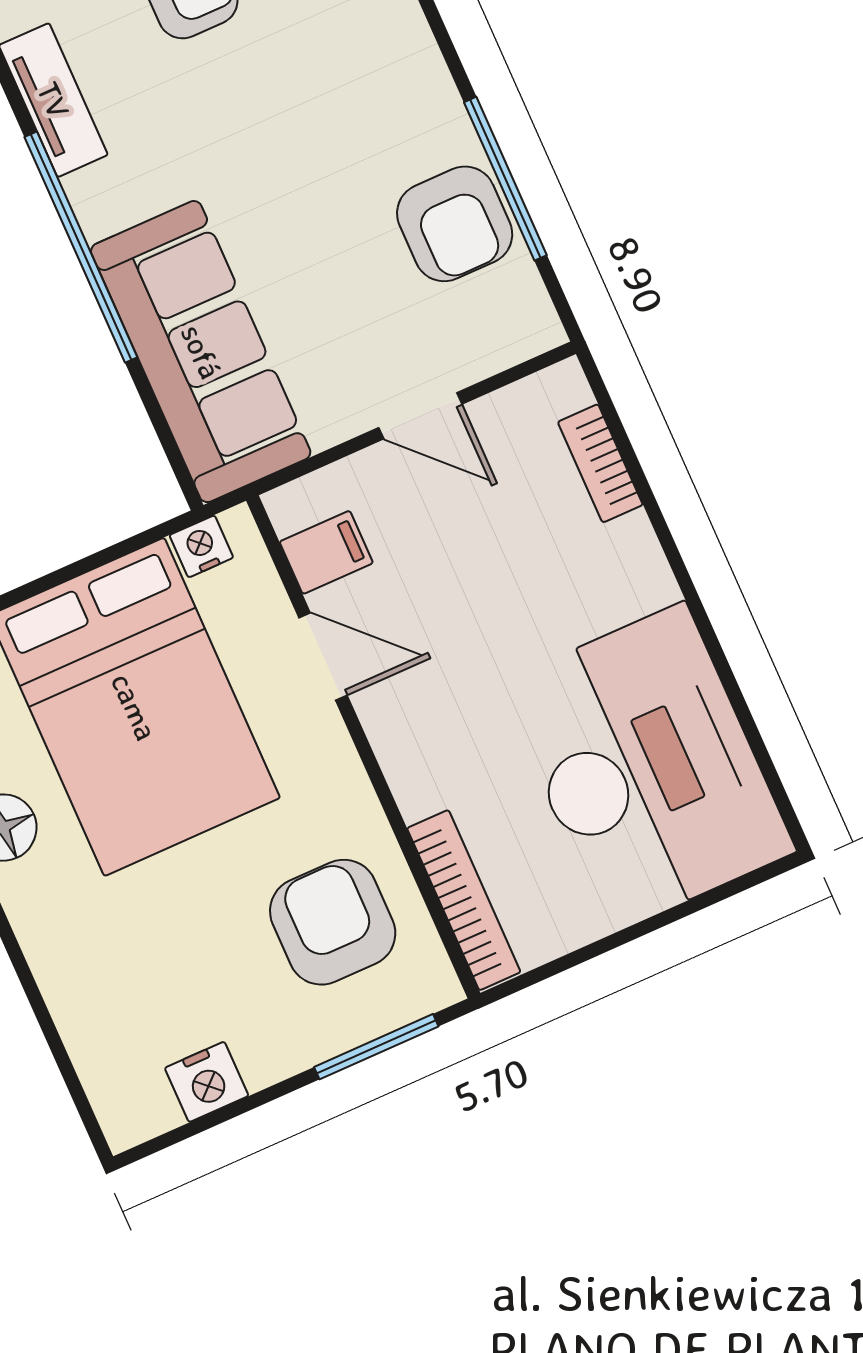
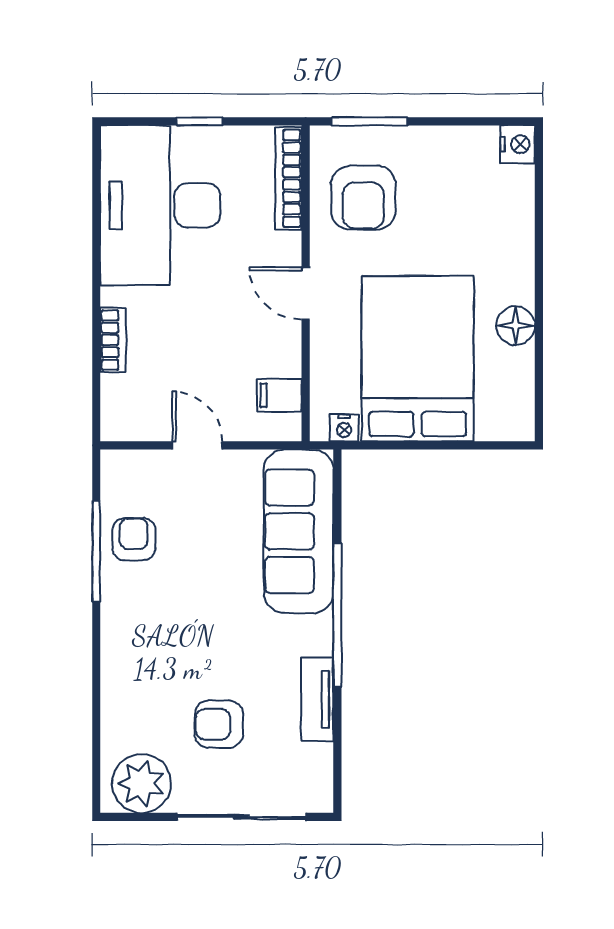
armchair: (455, 224) -> (134, 539), width x0.72, depth x0.72
bookcase: (600, 463) -> (113, 340), moved
door: (323, 657) -> (306, 293), moved
window: (644, 928) -> (200, 121), added
nightstand: (207, 1082) -> (517, 144), moved, turned 90

